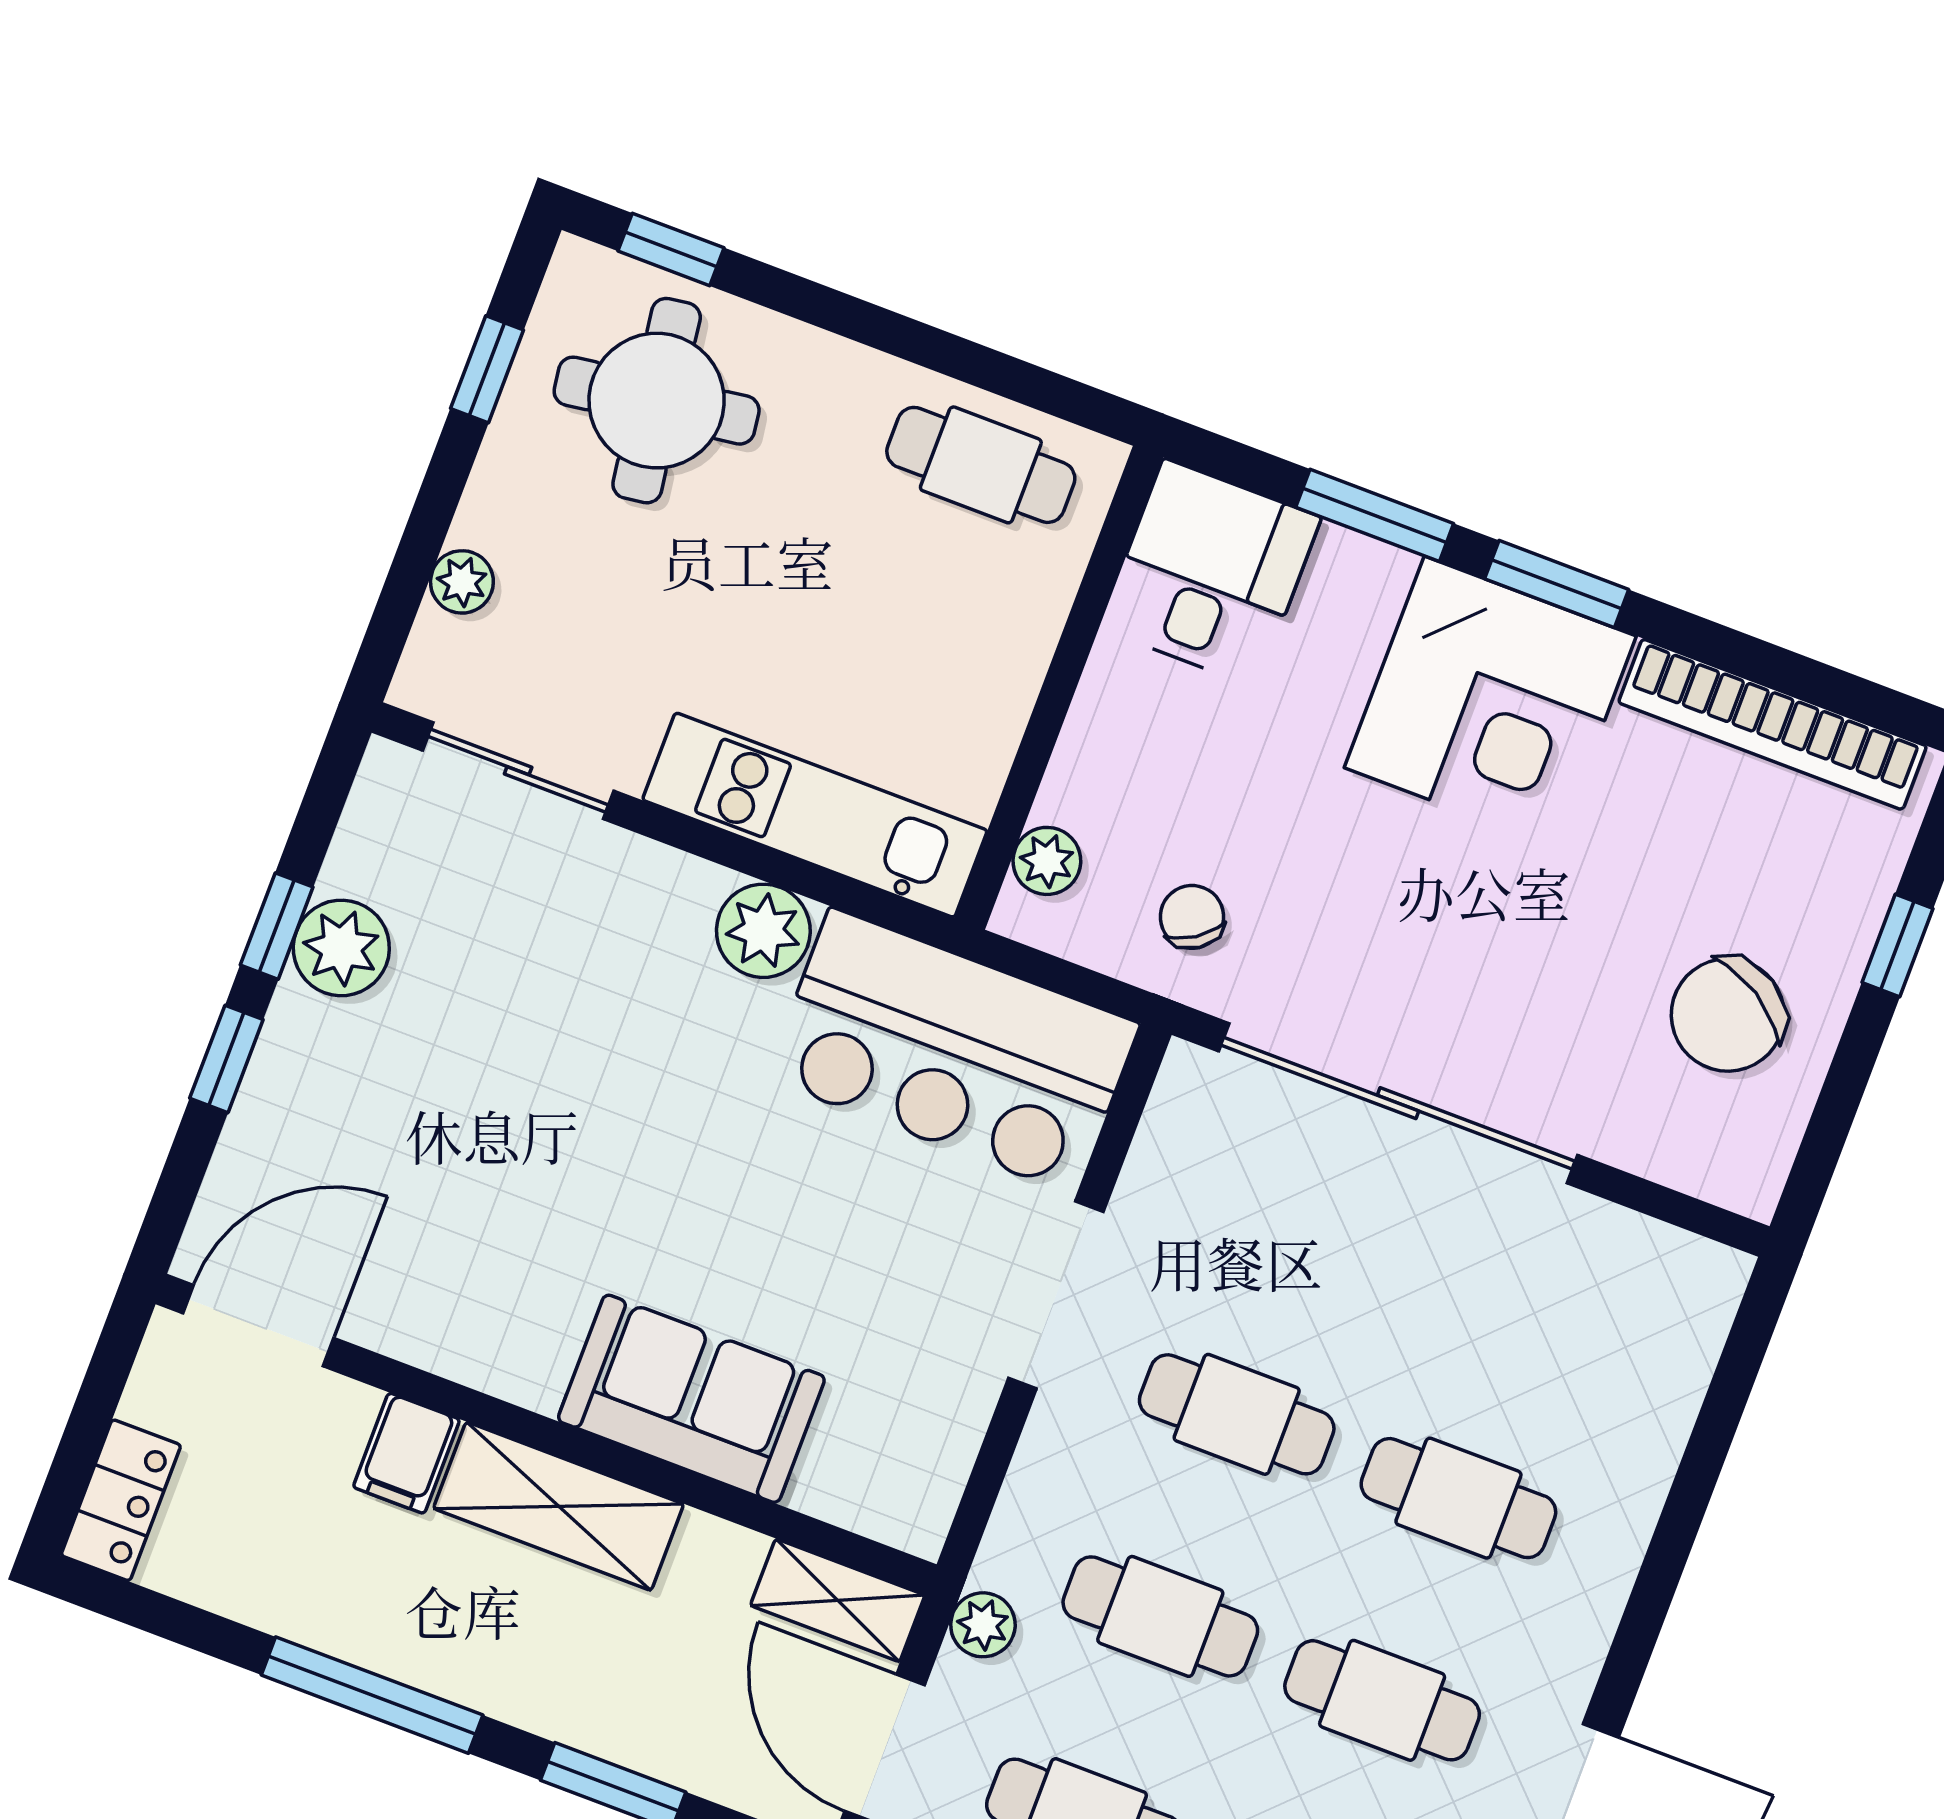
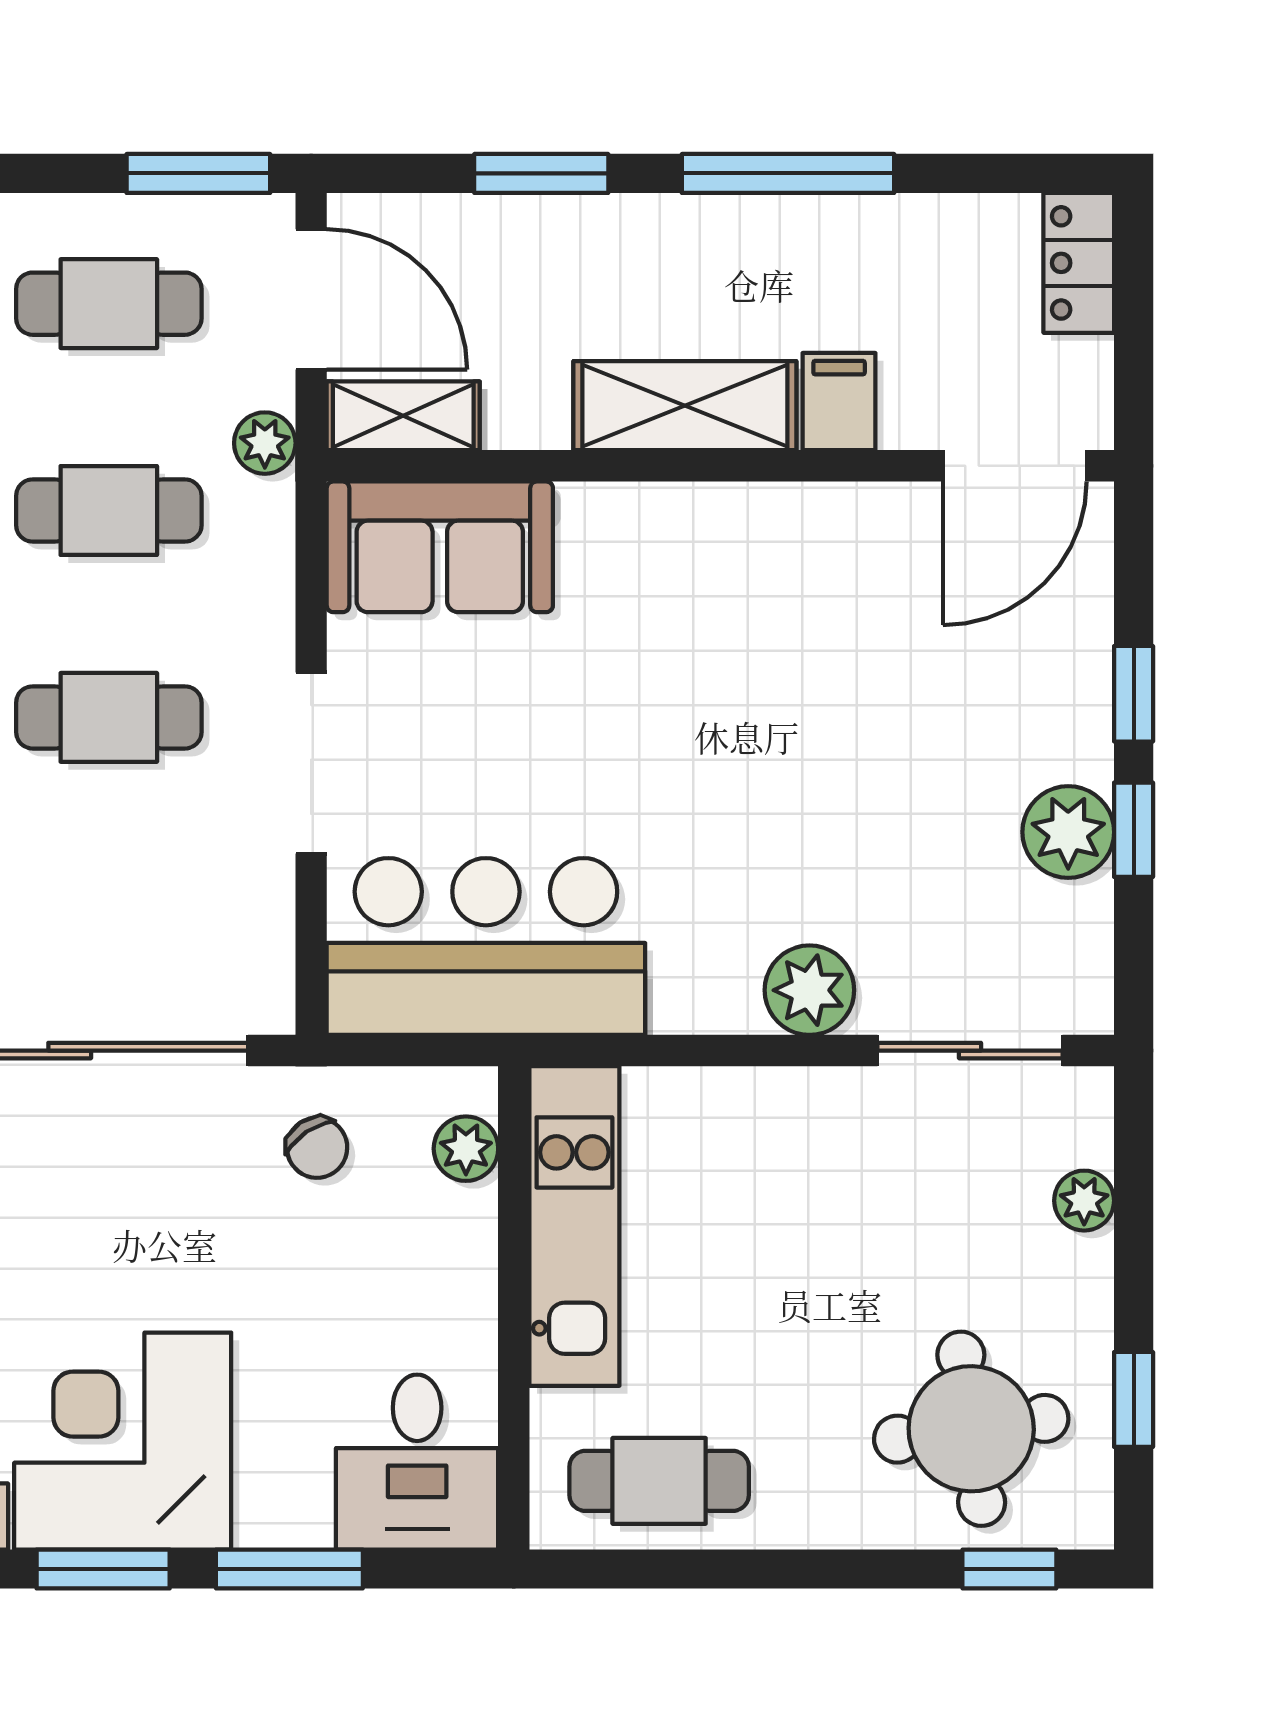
kitchen unit: (815, 815) -> (574, 1226), moved, turned -90
plant: (763, 931) -> (809, 990), moved
sofa: (691, 1399) -> (440, 547), moved

